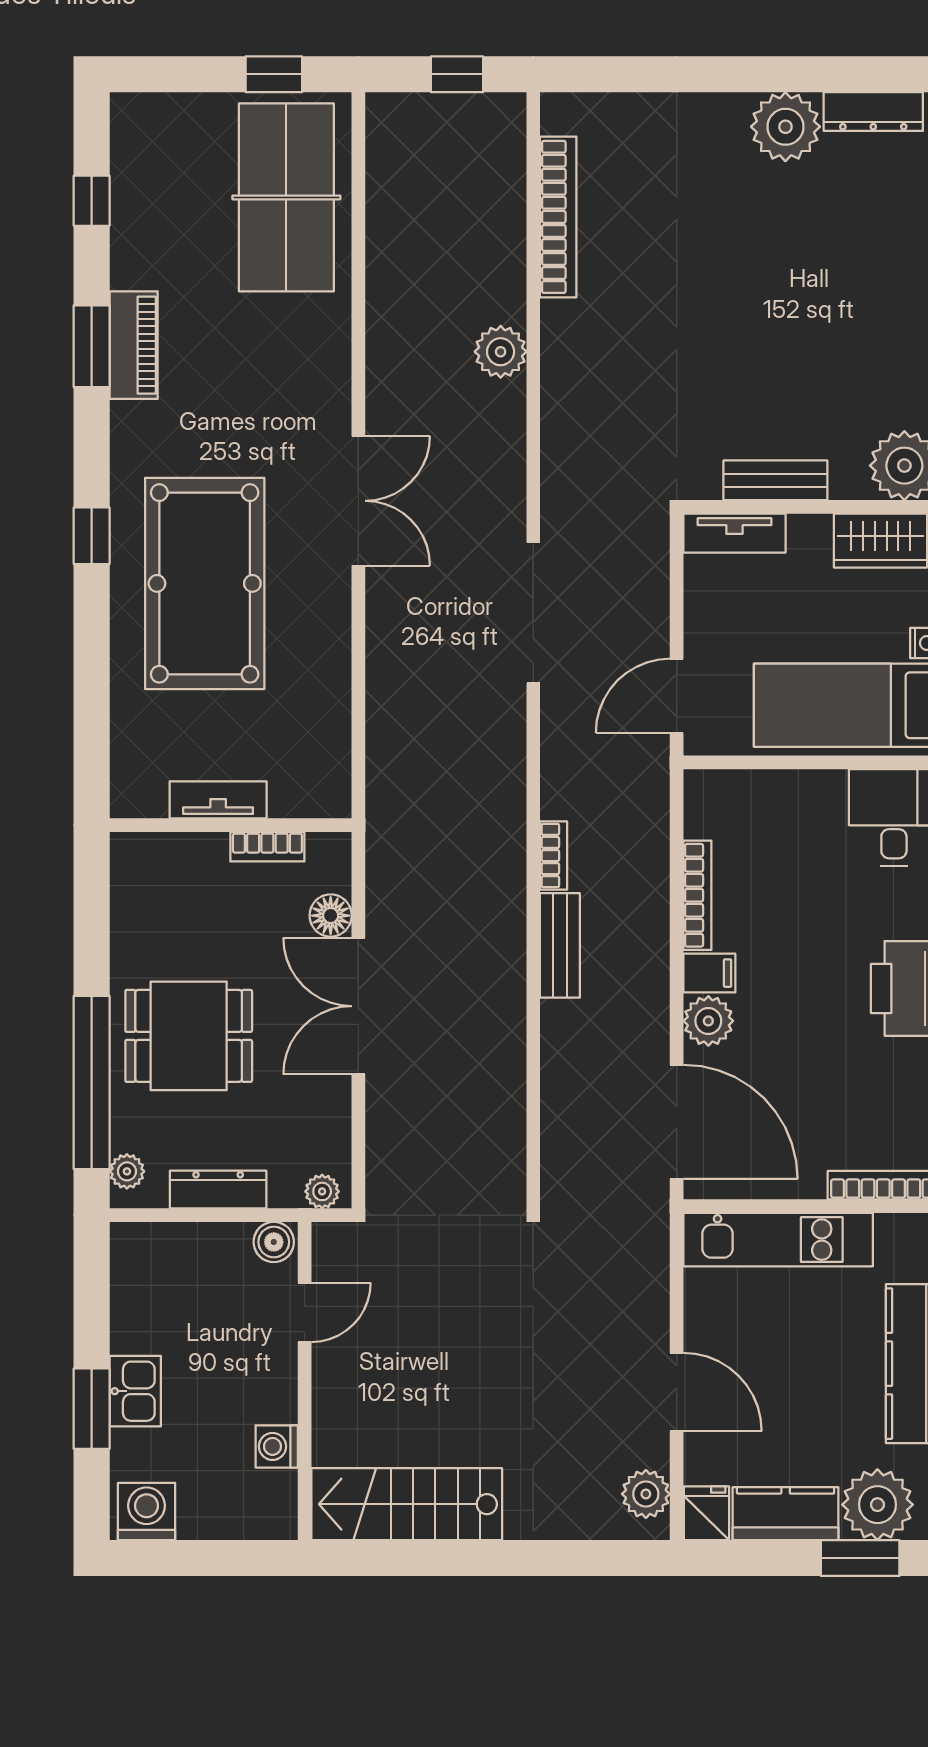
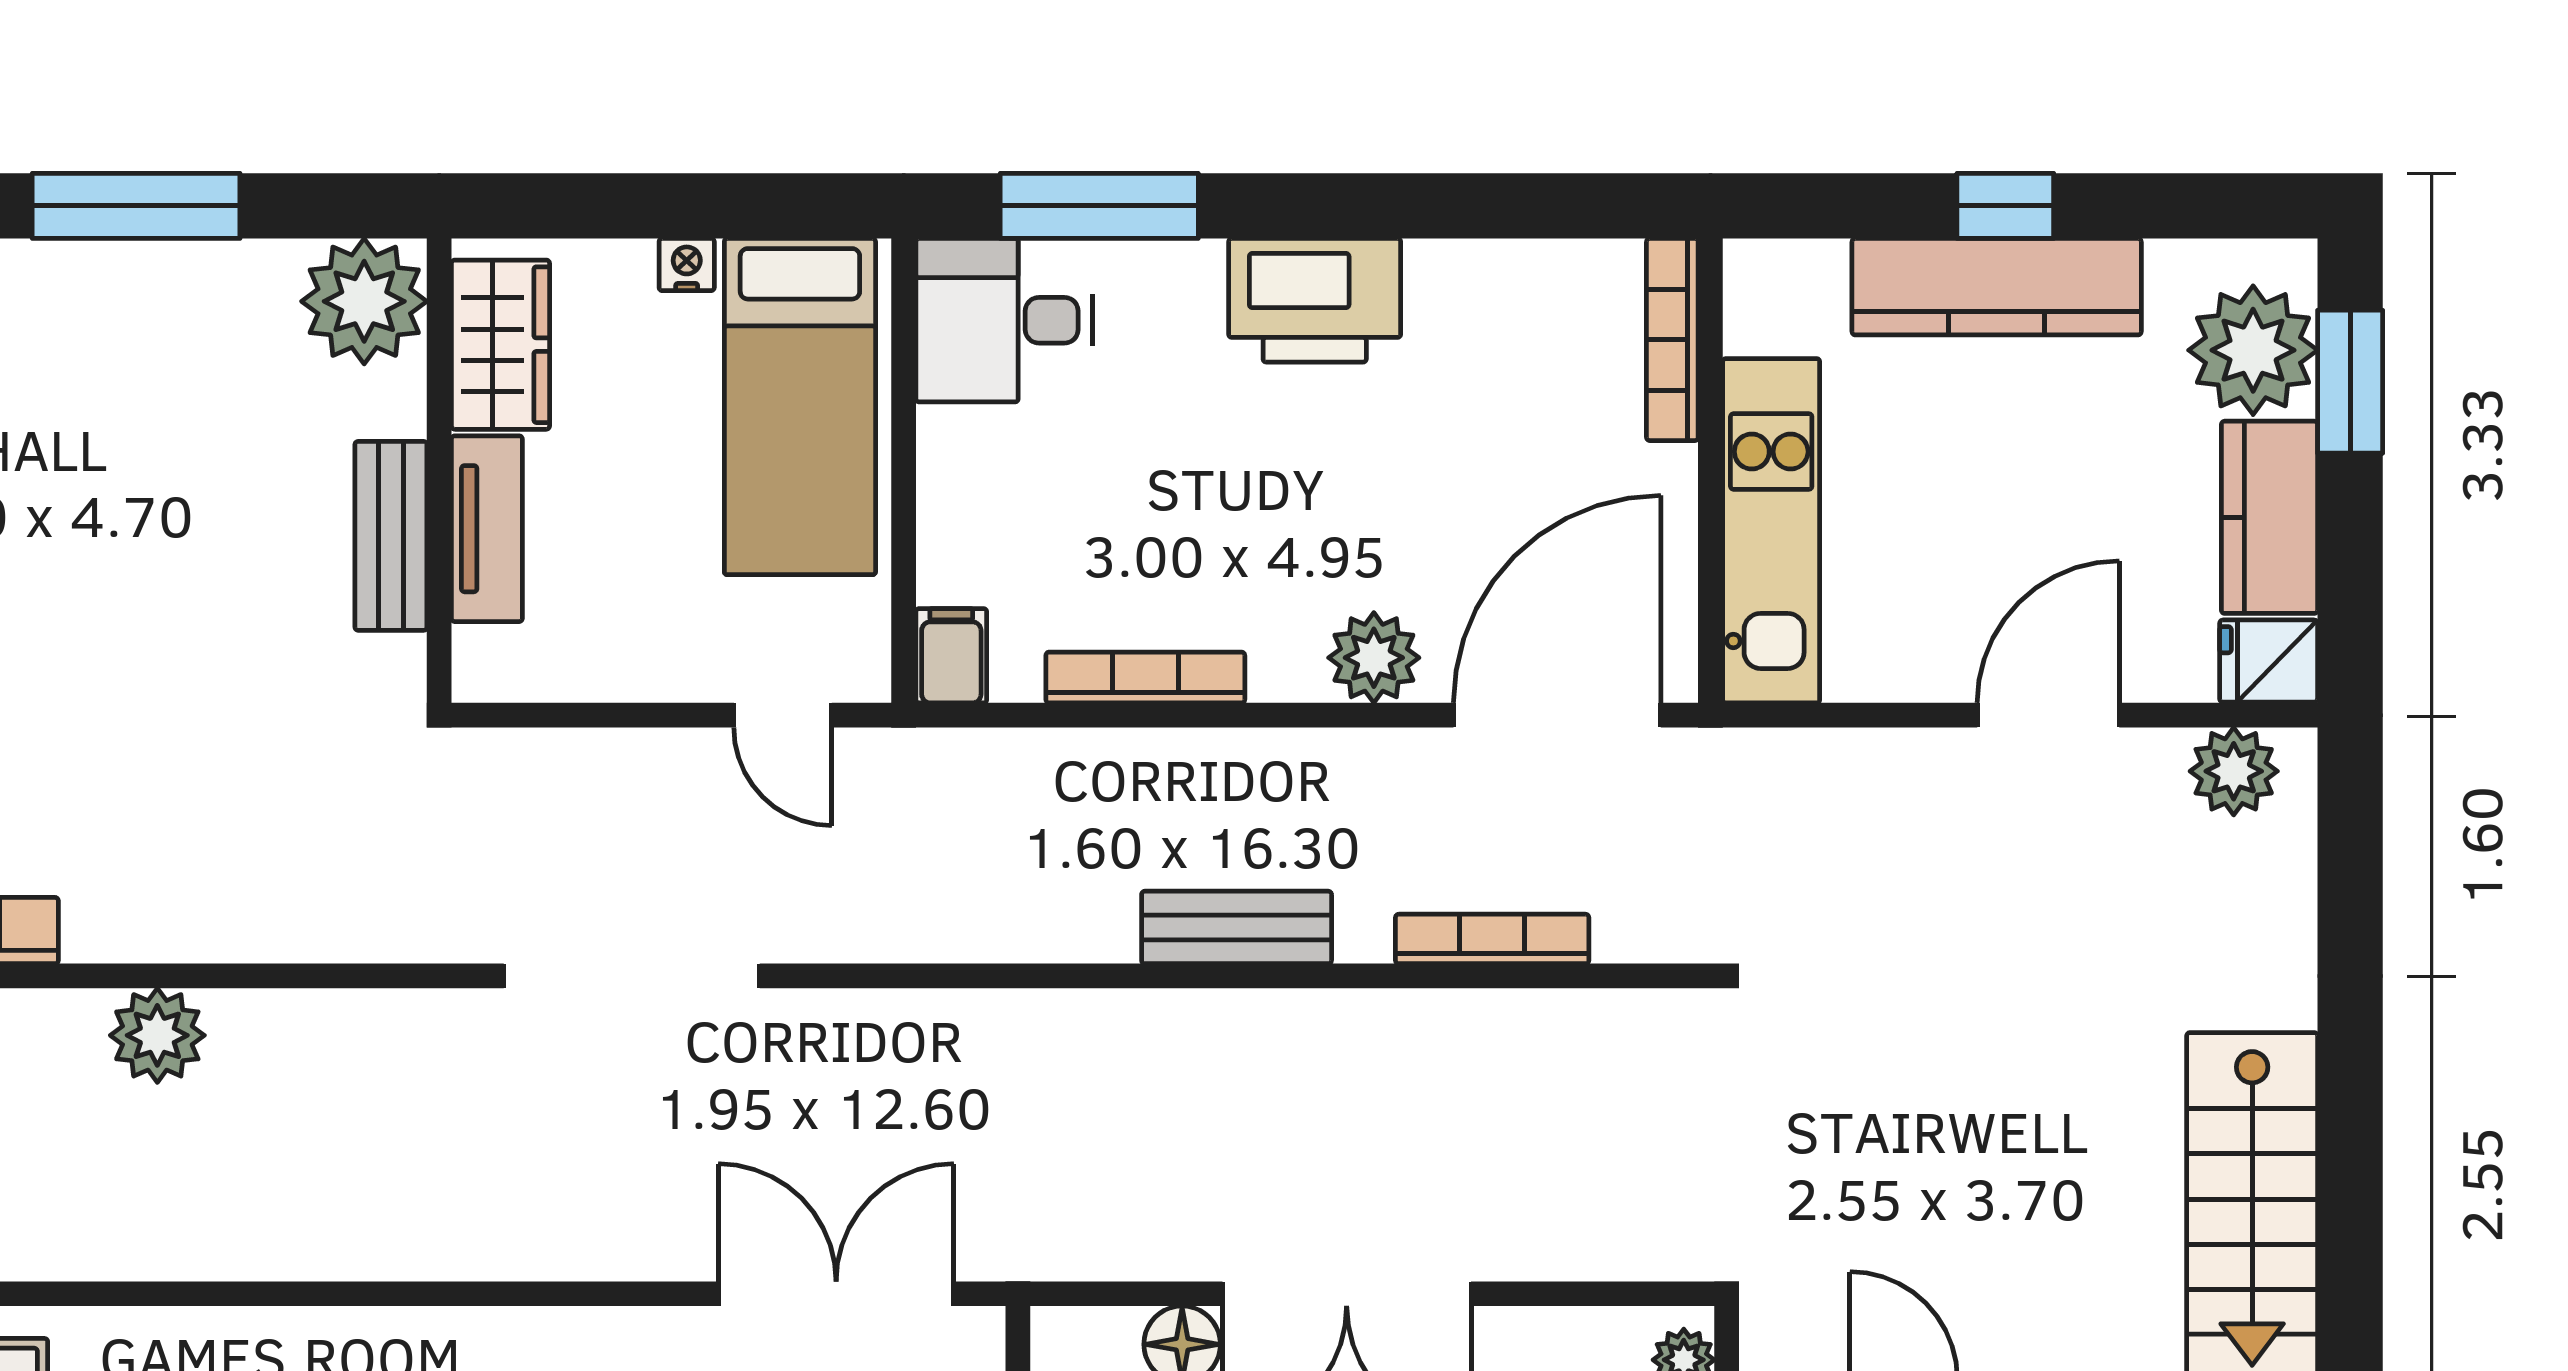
double door: (358, 501) -> (836, 1294), moved
tv unit: (735, 533) -> (487, 529), moved
door: (677, 696) -> (783, 715), width x0.73
bookcase: (554, 856) -> (1492, 939), moved, width x1.56
filing cabinet: (709, 973) -> (951, 656), moved

